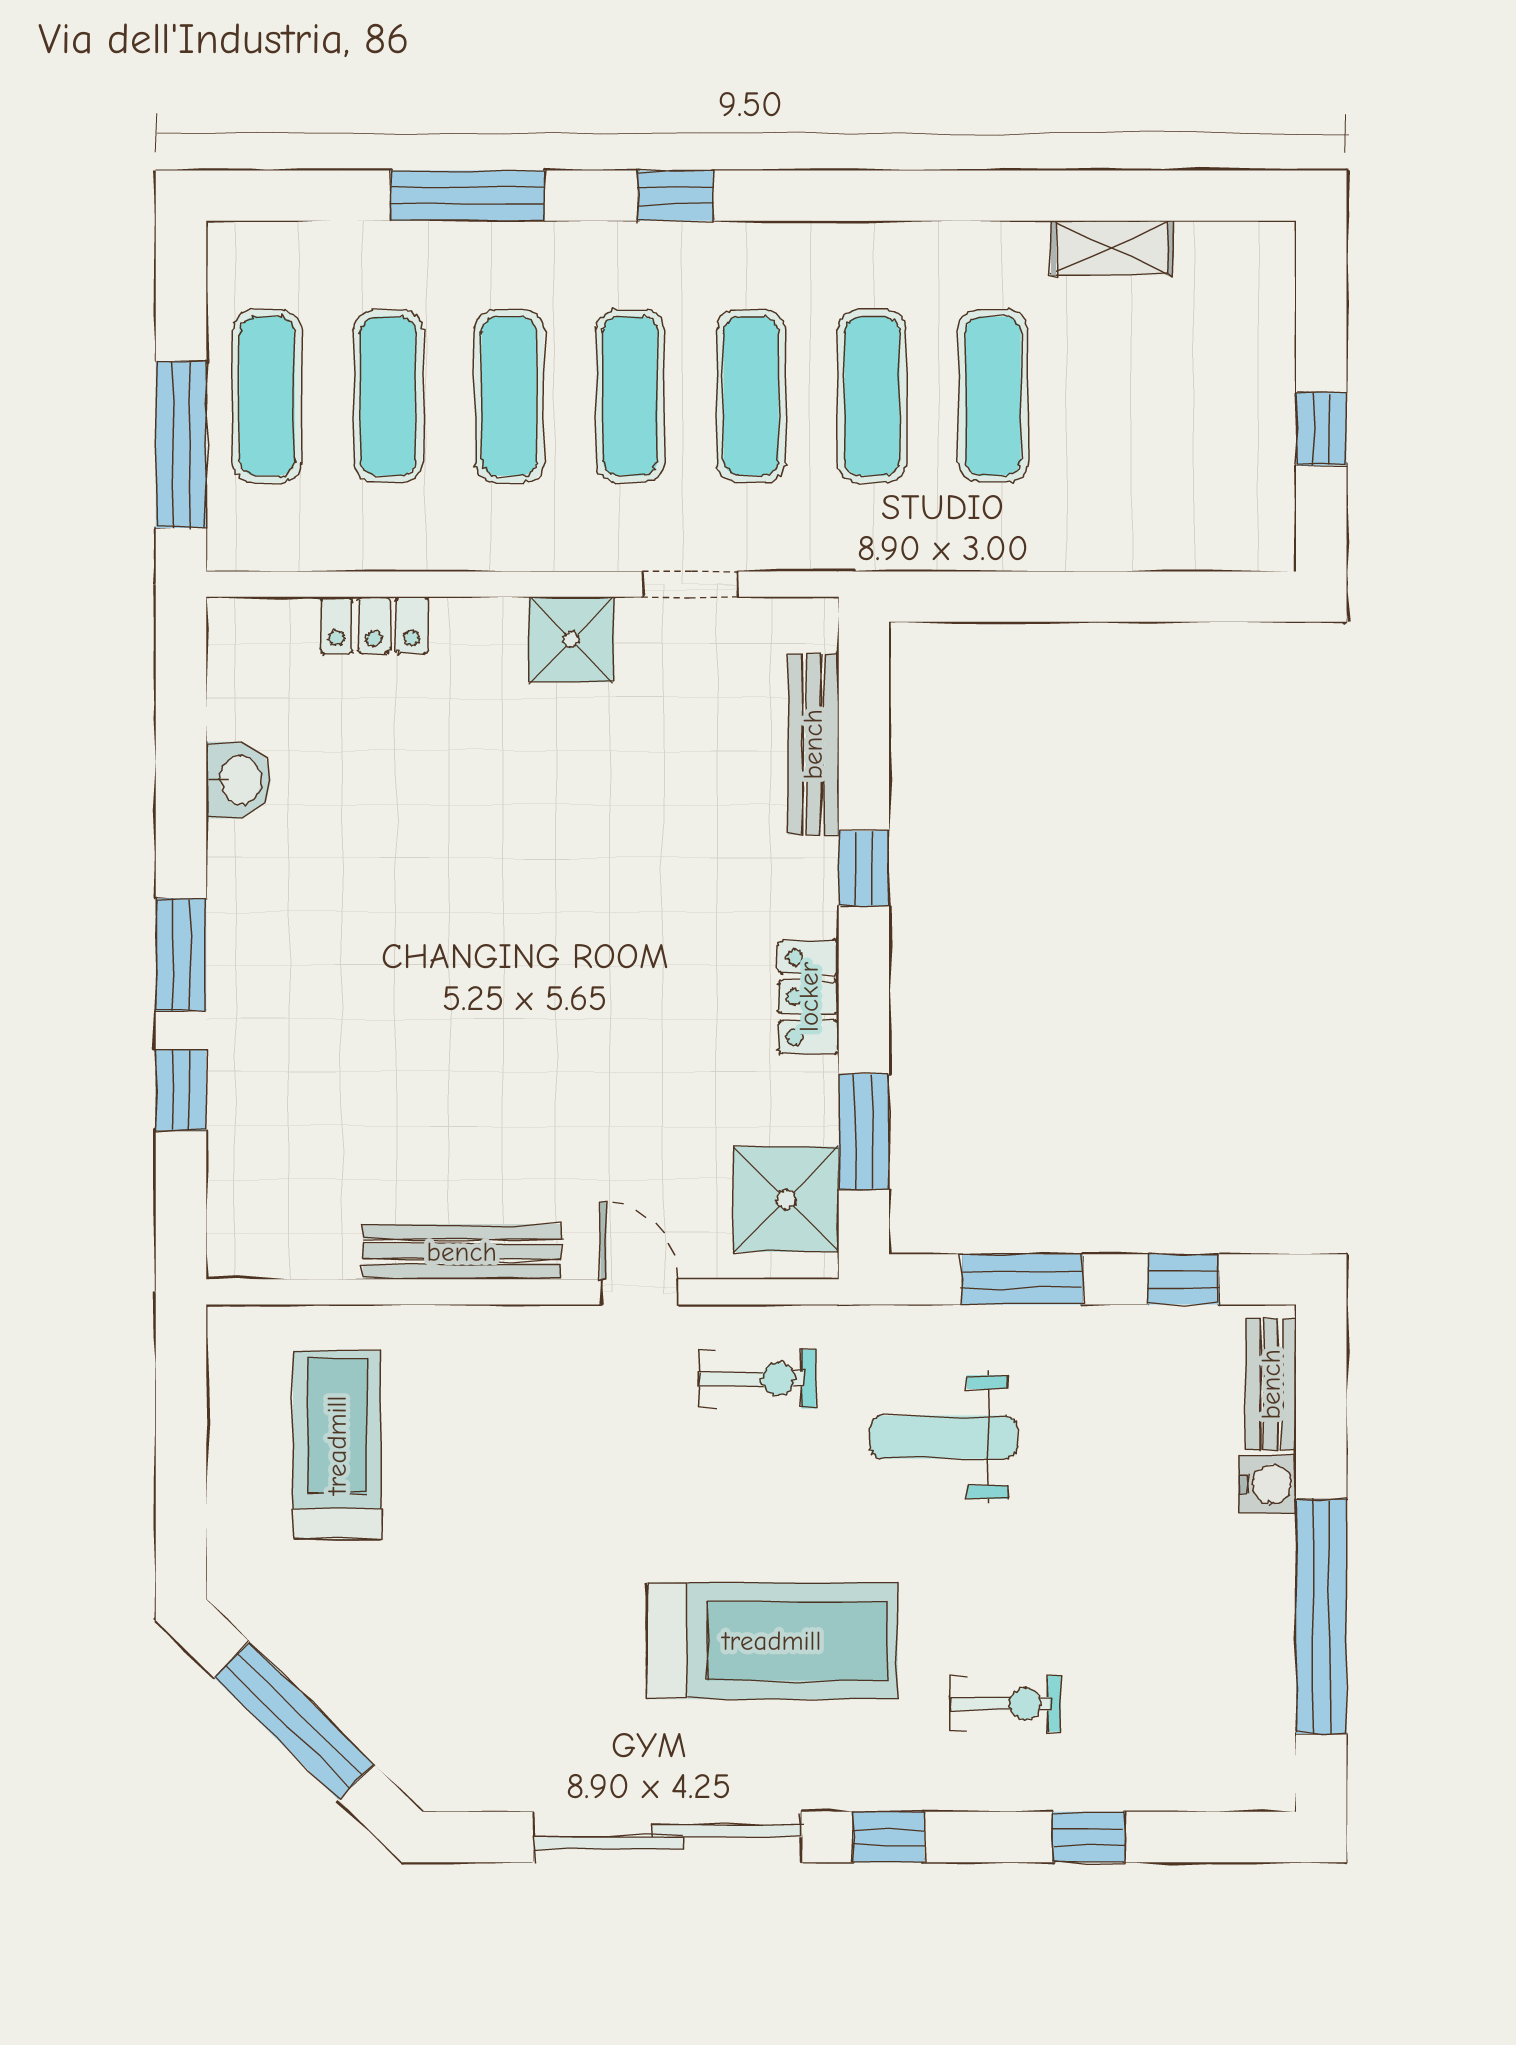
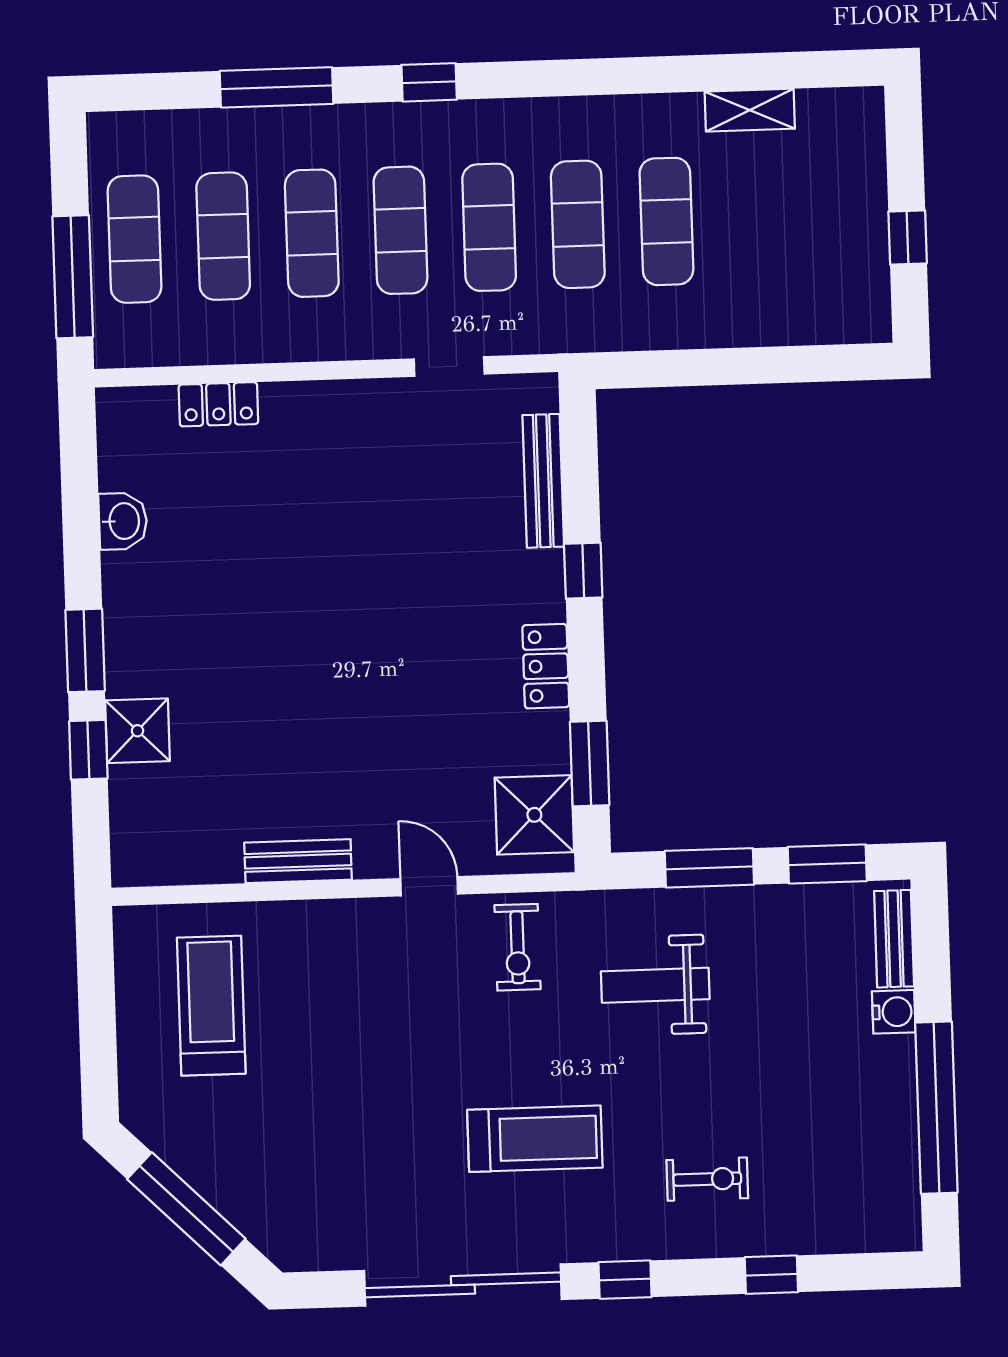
shower: (571, 639) -> (137, 731), moved
bench: (462, 1252) -> (298, 861), width x0.73
window: (1183, 1279) -> (827, 864), width x1.50
exercise bike: (757, 1379) -> (518, 947), turned 90
treadmill: (772, 1641) -> (535, 1139), width x0.73, depth x0.73

